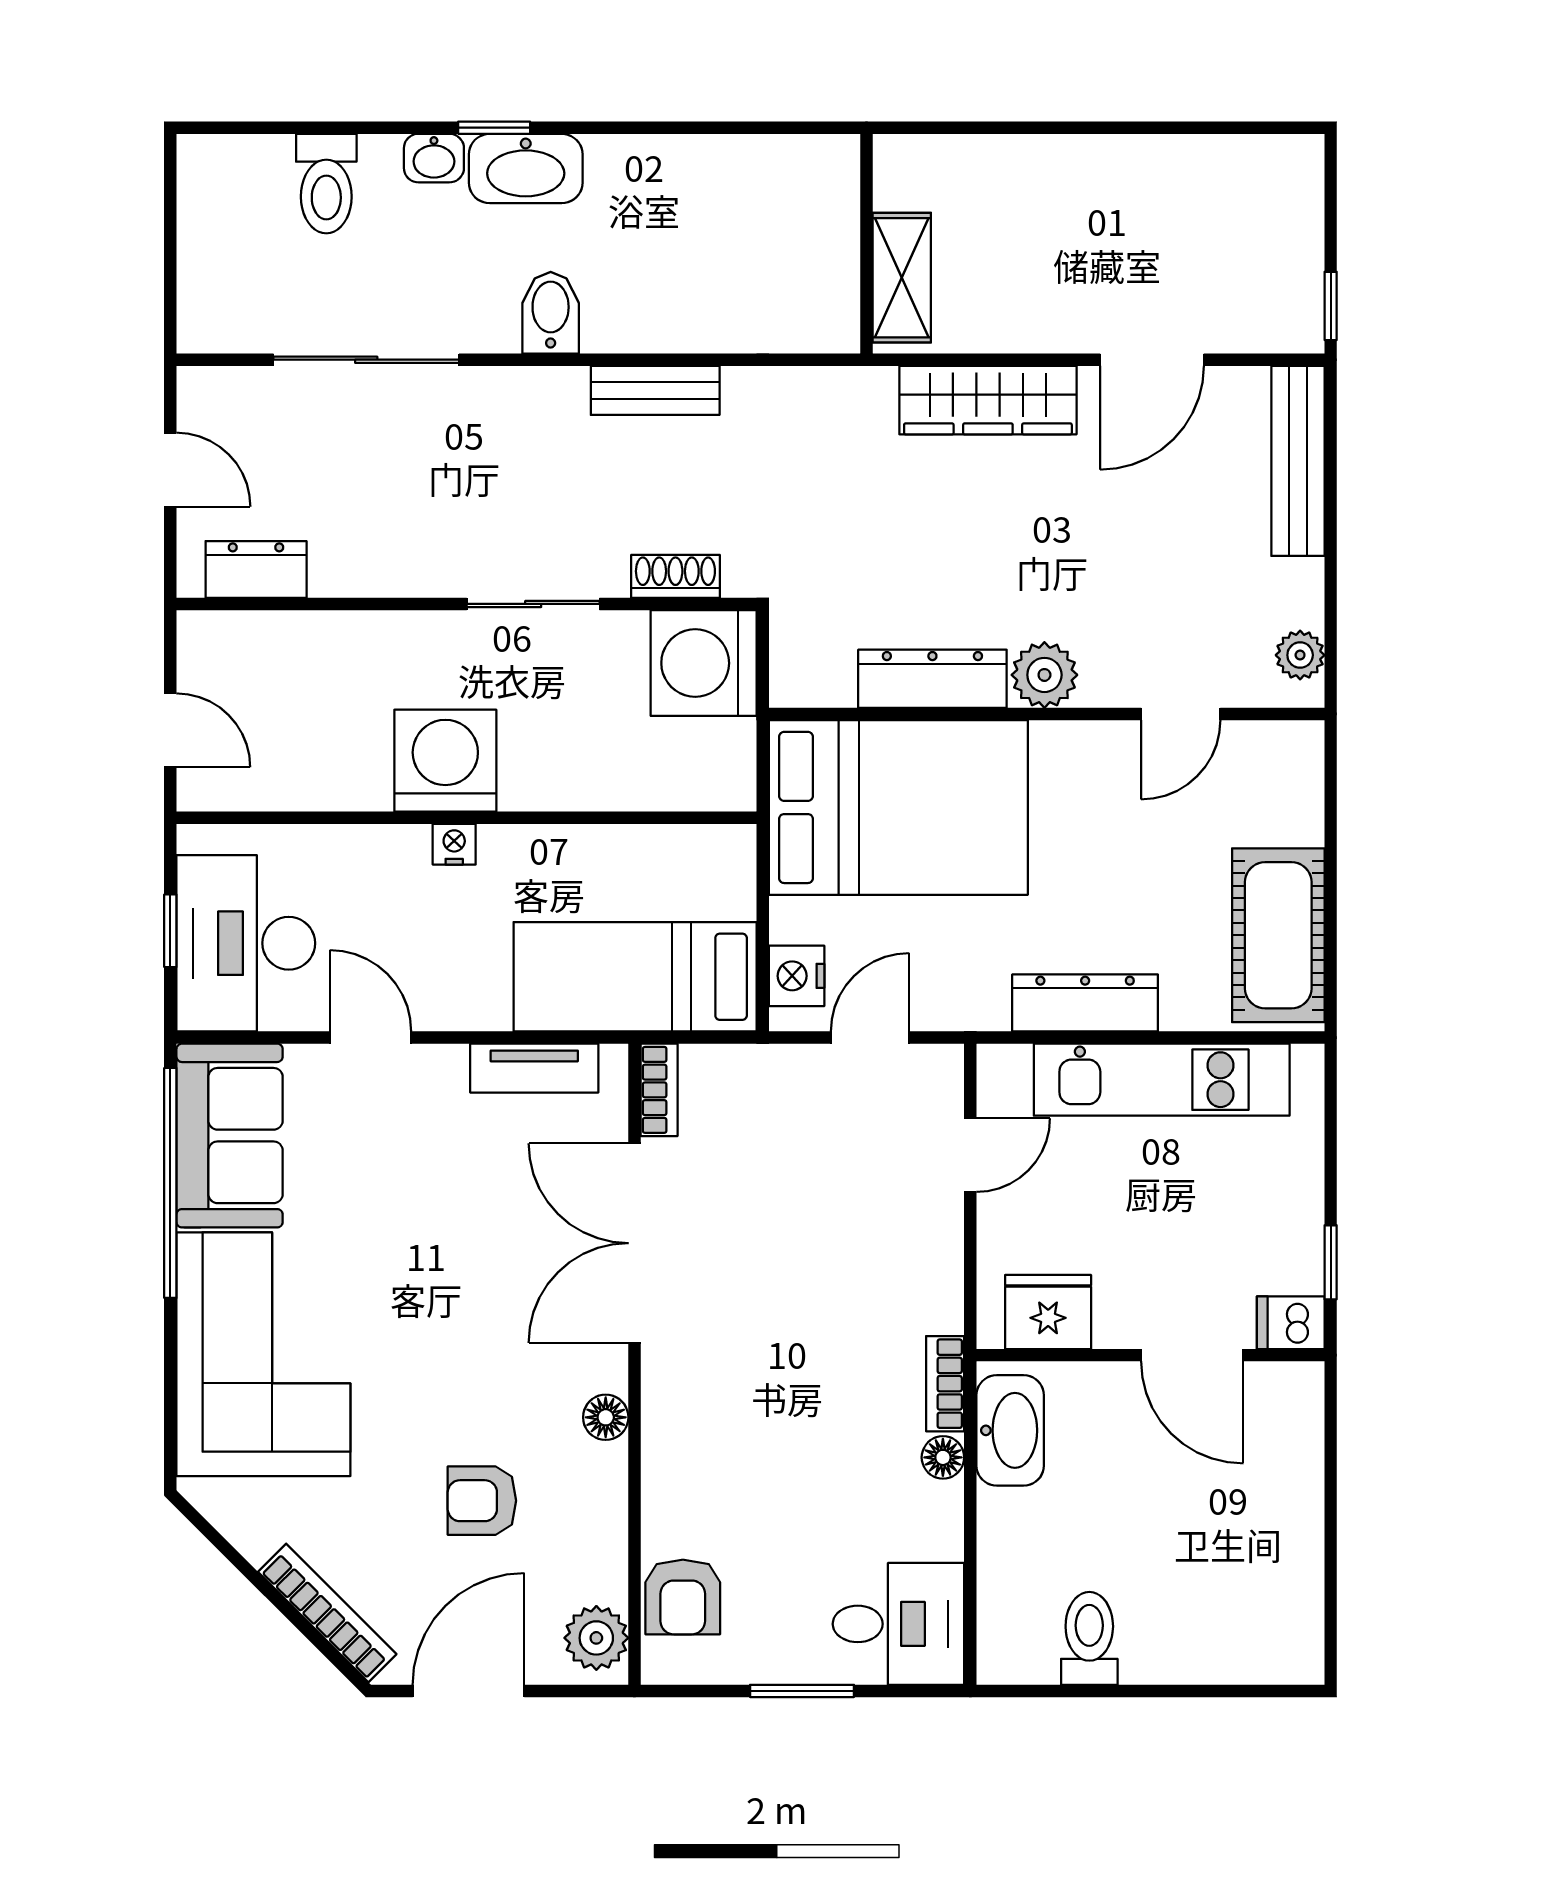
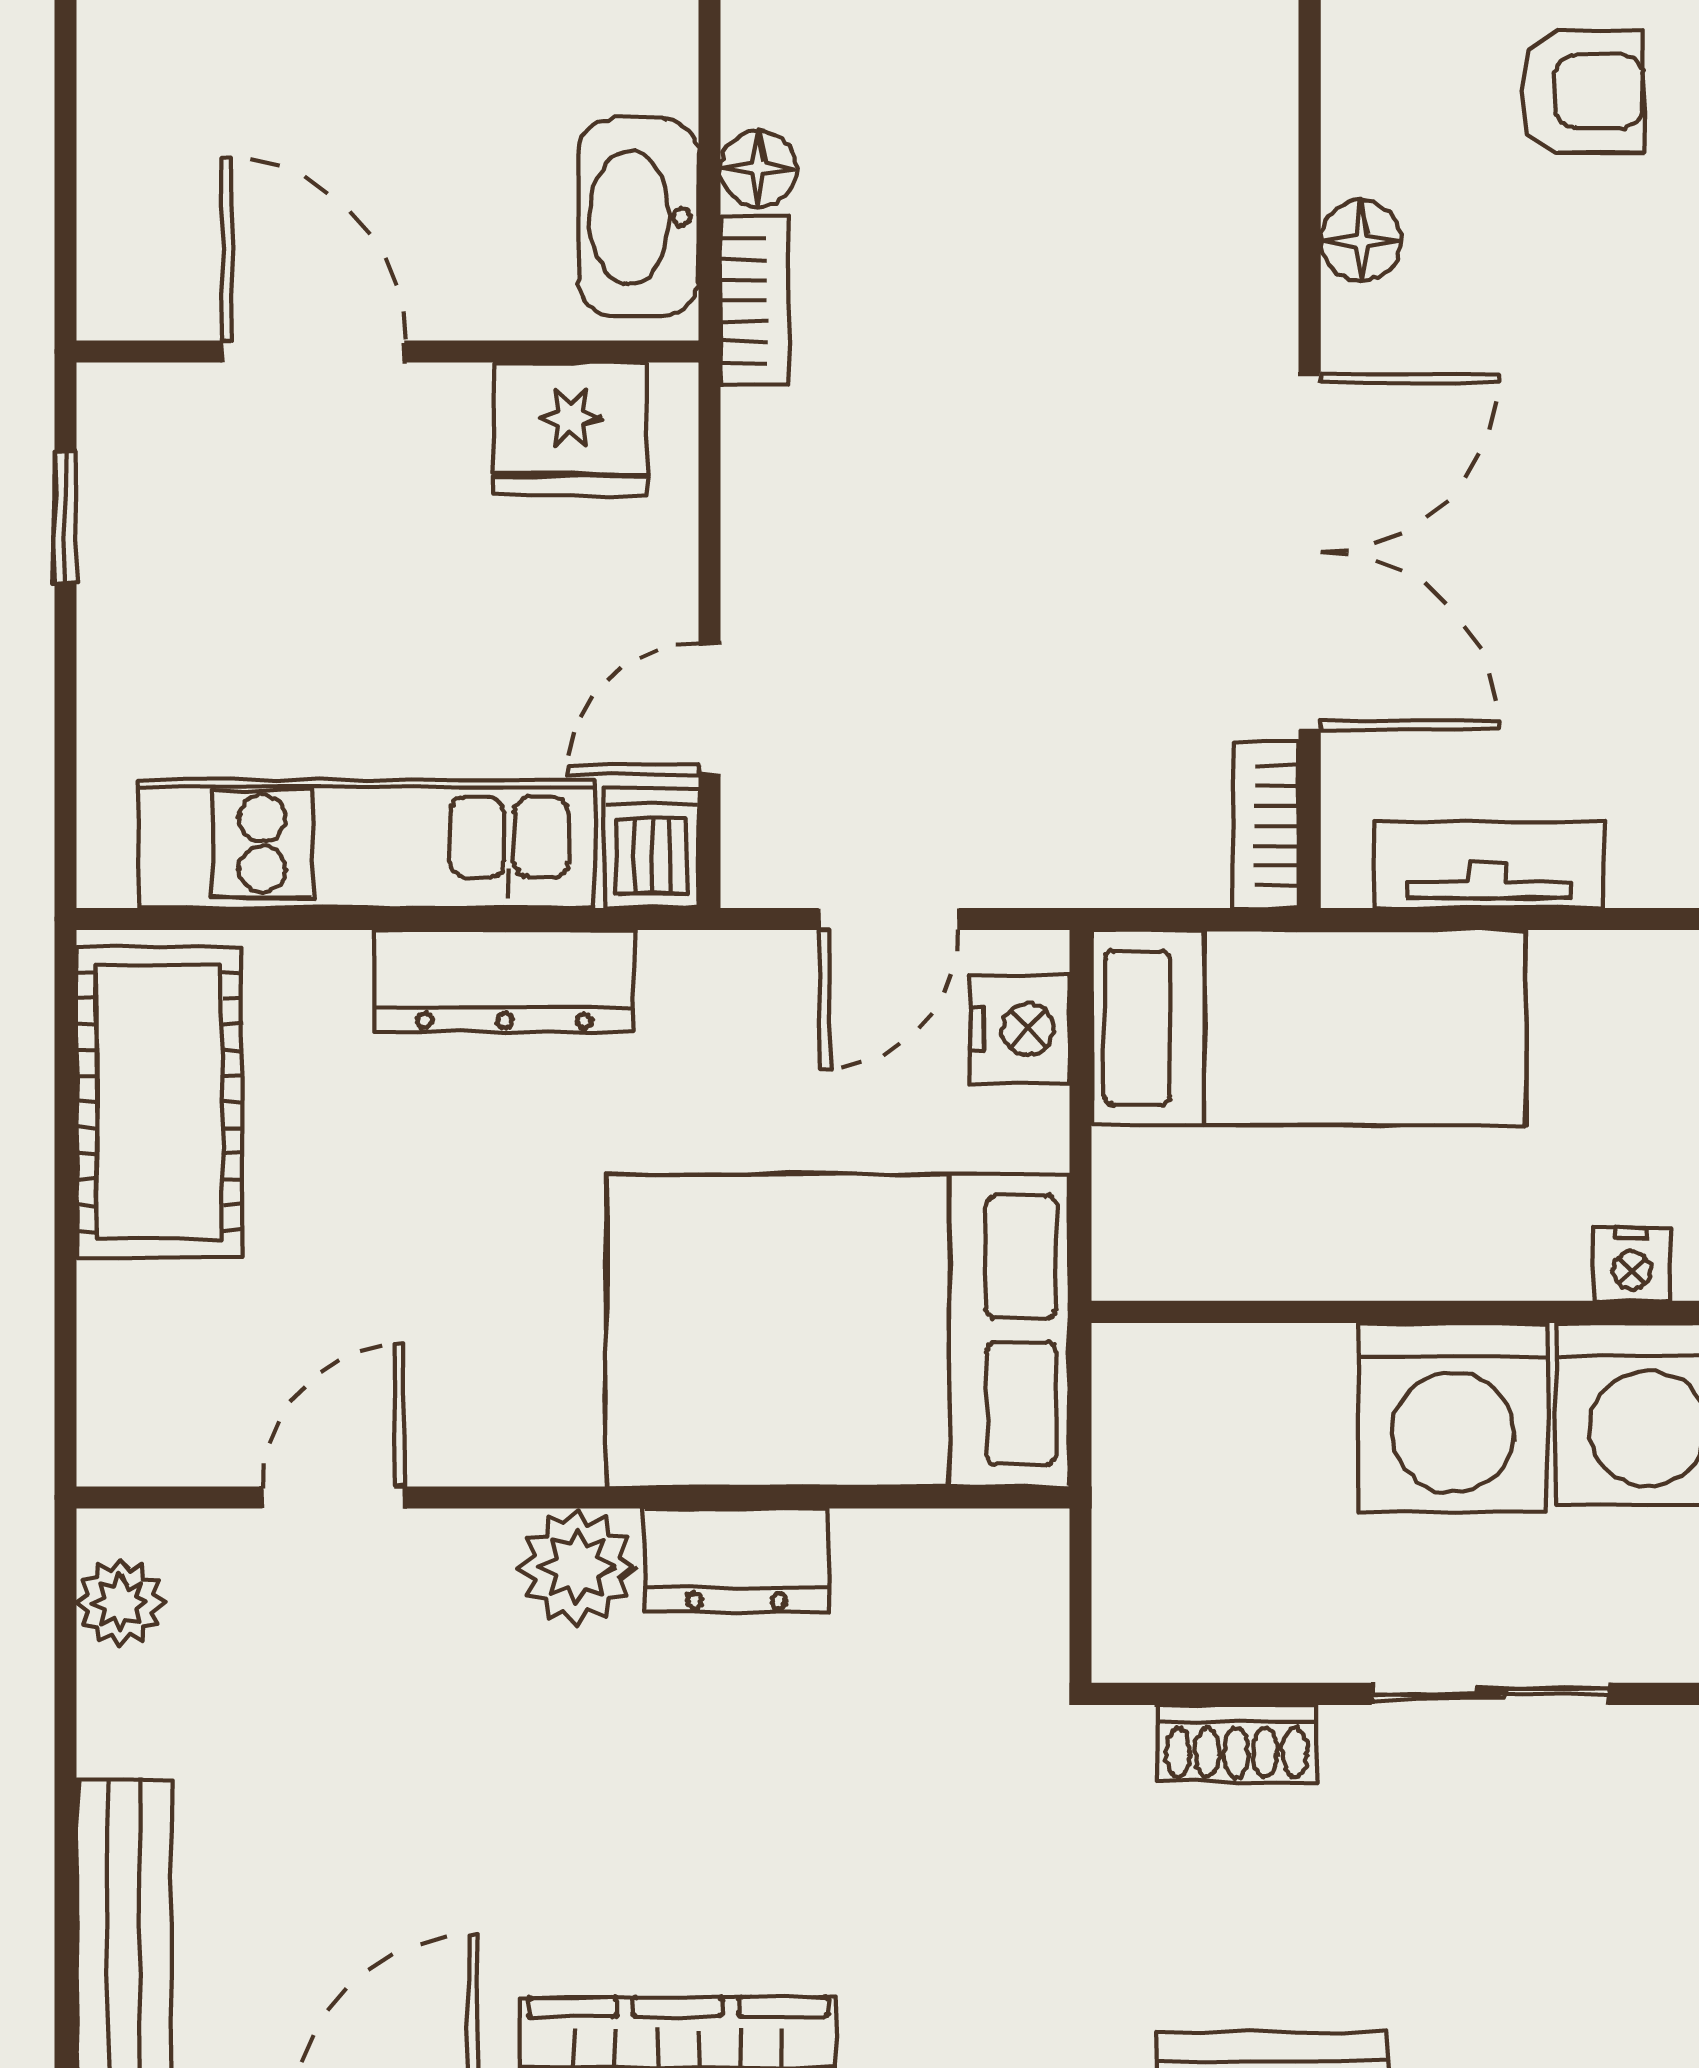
washing machine: (704, 663) -> (1453, 1417), moved, turned 90
dresser: (932, 679) -> (737, 1560), width x0.70
dishwasher: (1291, 1323) -> (652, 848), moved, turned -90

